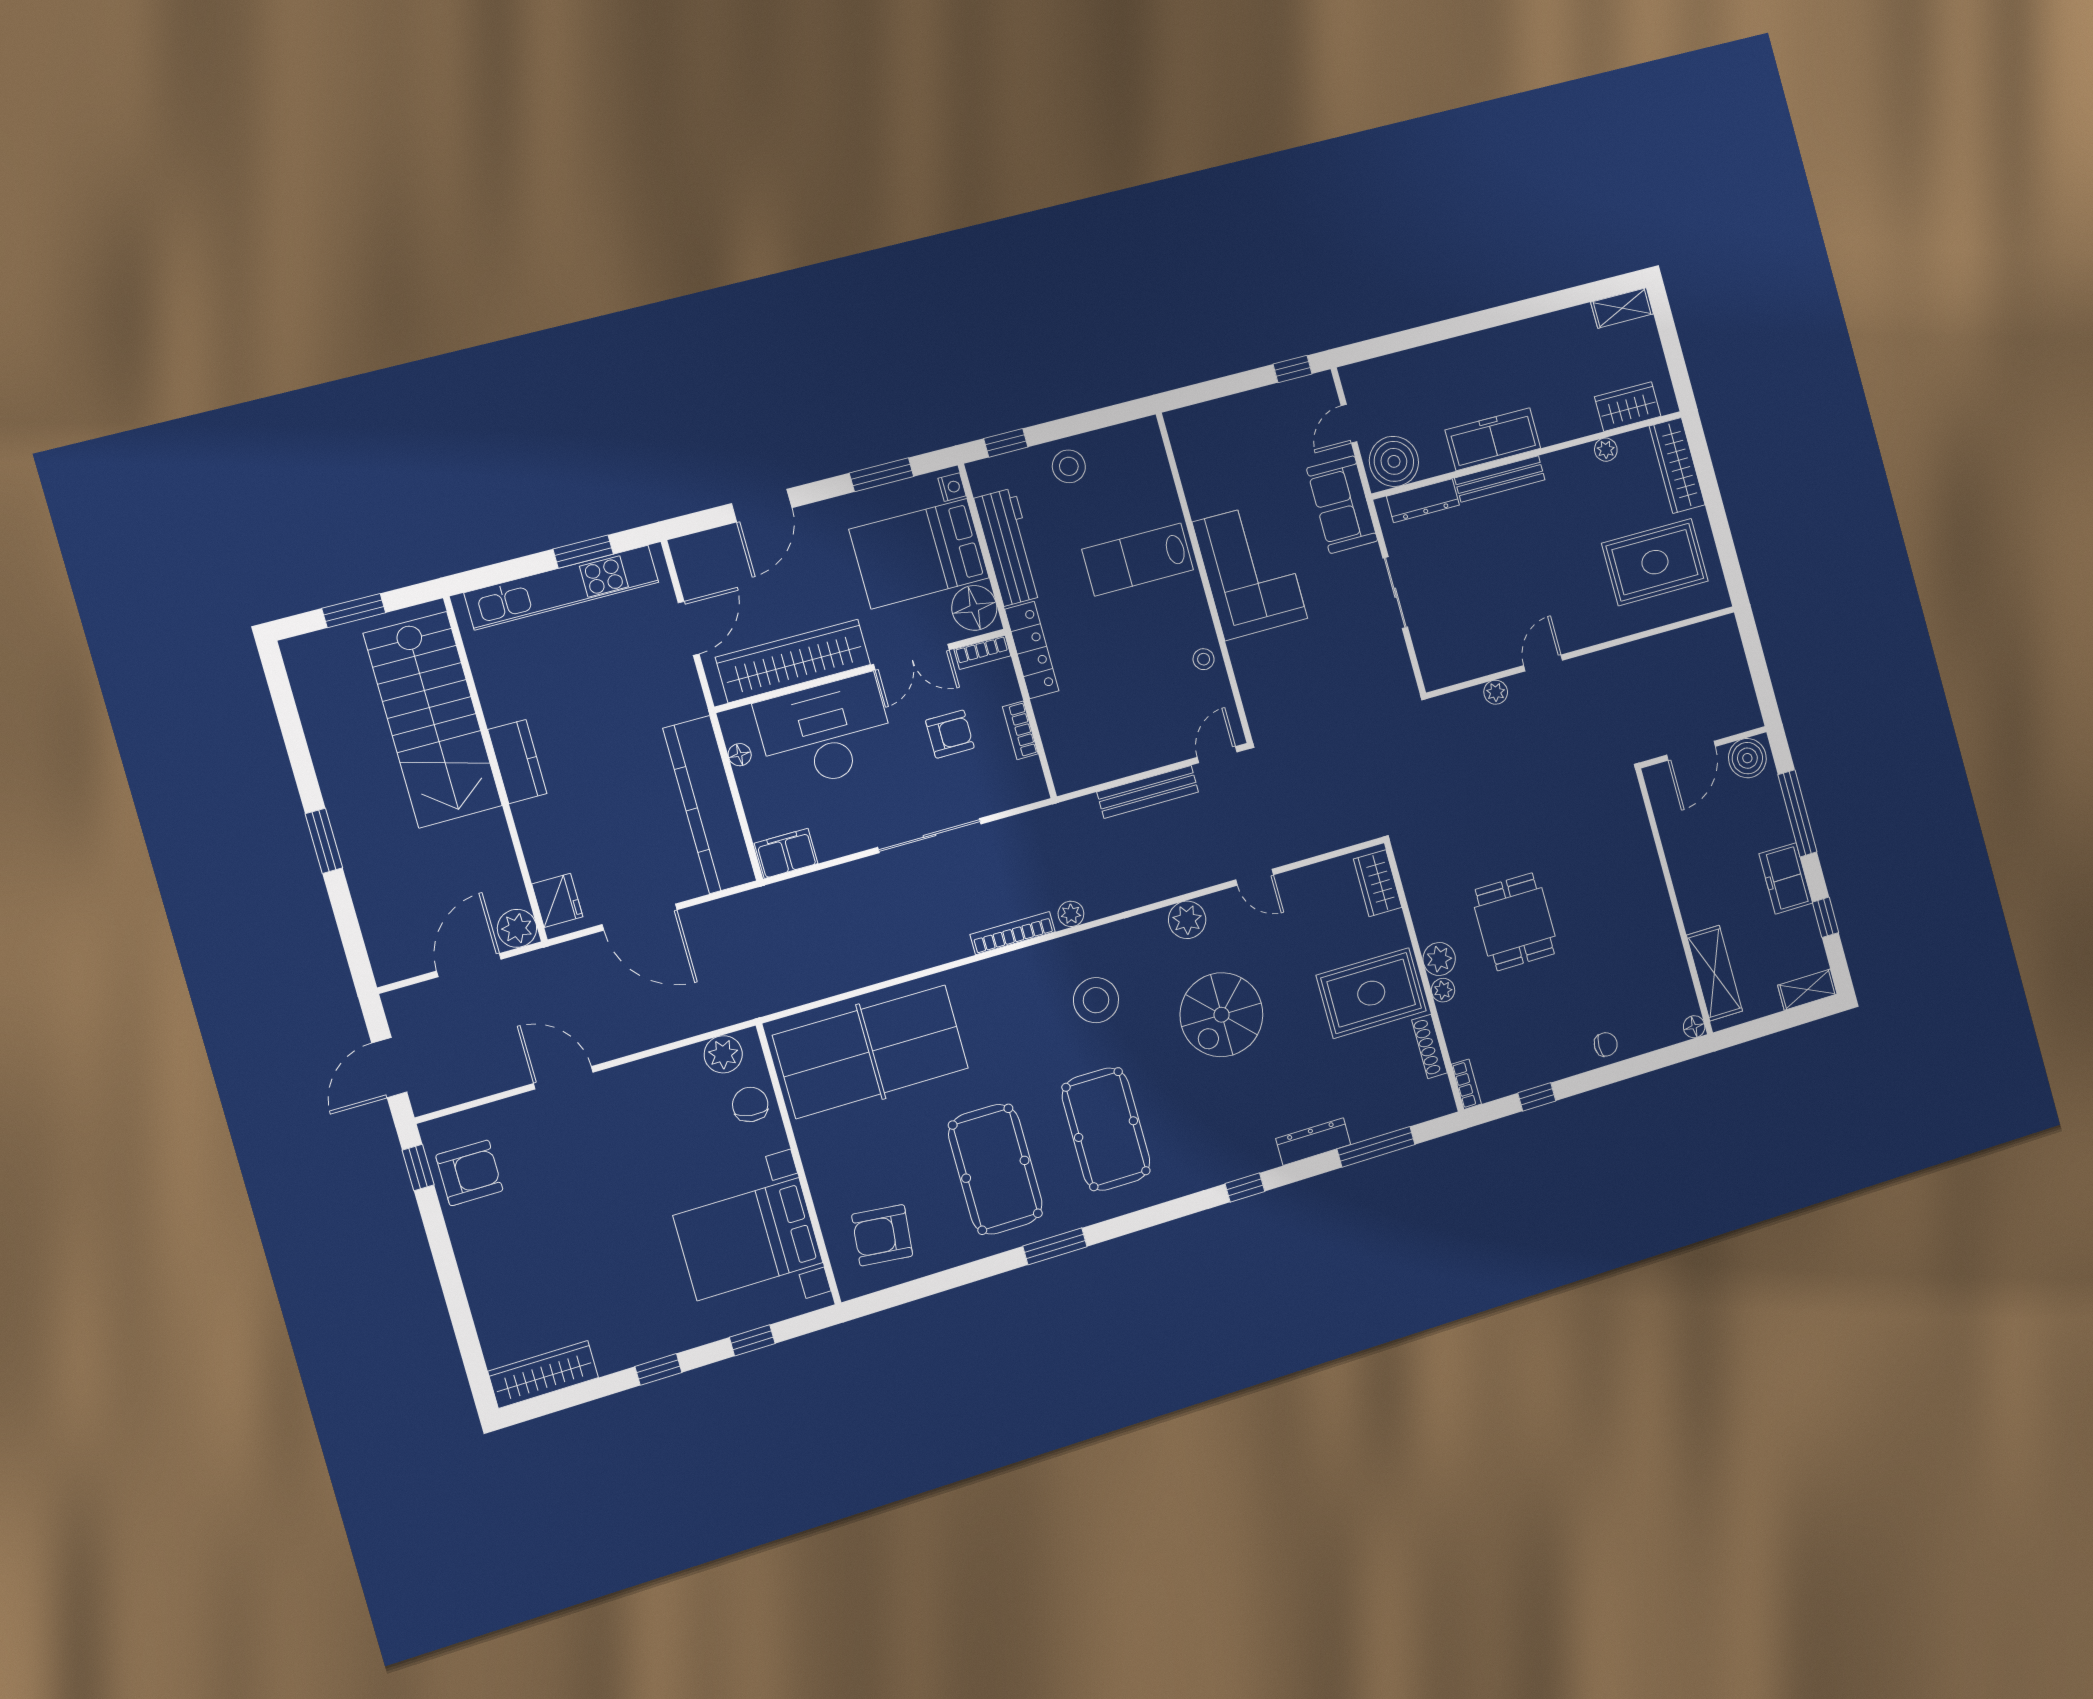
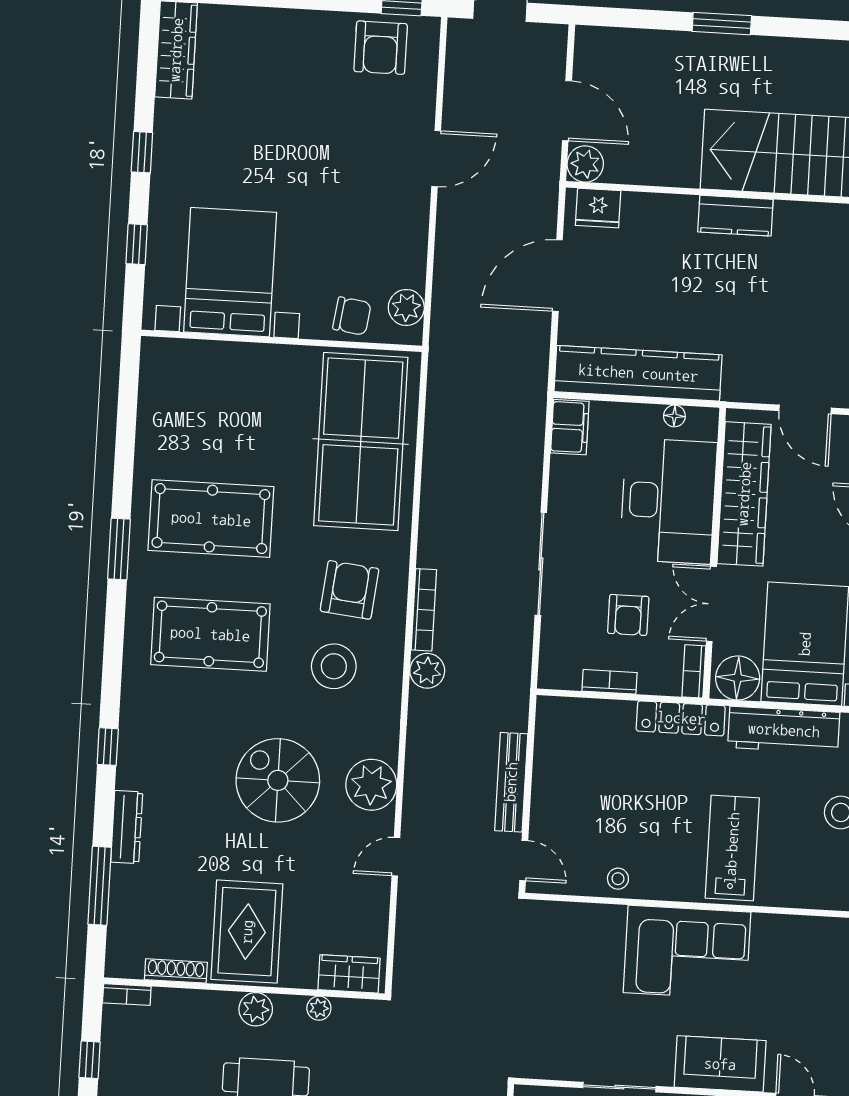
plant: (1071, 914) -> (427, 671), width x1.38, depth x1.38
plant: (1187, 920) -> (371, 785), width x1.36, depth x1.36
plant: (1443, 990) -> (319, 1008), moved
armchair: (882, 1235) -> (349, 590), moved

